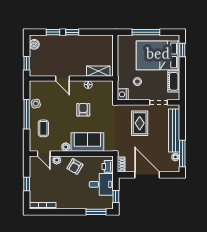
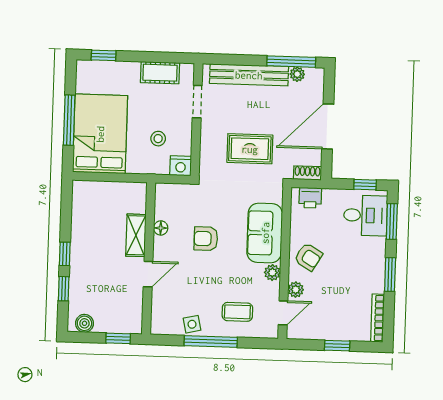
bed: (158, 55) -> (100, 134), moved, turned 180
shelving: (98, 71) -> (136, 235), moved
rug: (140, 123) -> (250, 149), moved
desk: (101, 184) -> (365, 215), moved, turned 90
window: (67, 212) -> (390, 275), added

